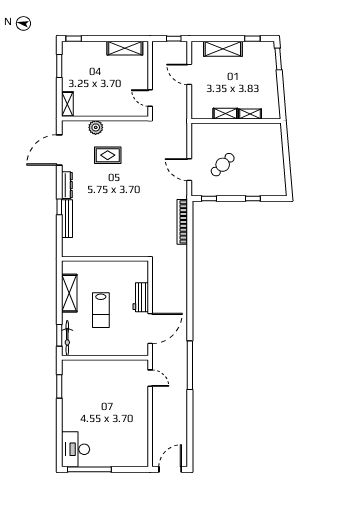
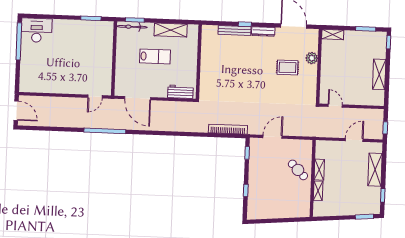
shelving: (125, 48) -> (379, 74), moved
door: (150, 98) -> (335, 106), hinge flipped
rug: (108, 155) -> (288, 67), turned 90
cafe table: (223, 165) -> (298, 170), moved
workbench: (141, 297) -> (180, 92), moved
lab bench: (101, 310) -> (155, 56), turned 180

